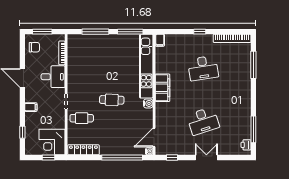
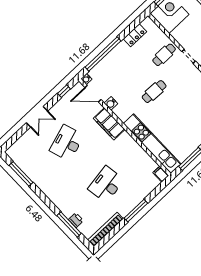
window: (200, 32) -> (136, 211), width x2.17
filing cabinet: (162, 88) -> (109, 124), moved
water cooler: (148, 103) -> (111, 103), moved
door: (154, 137) -> (93, 94), swing flipped
printer: (246, 145) -> (76, 220), moved
locker: (83, 150) -> (135, 35), width x0.66

